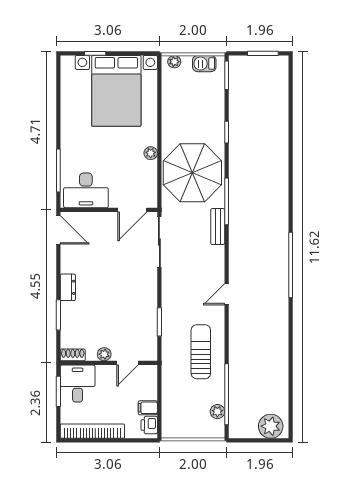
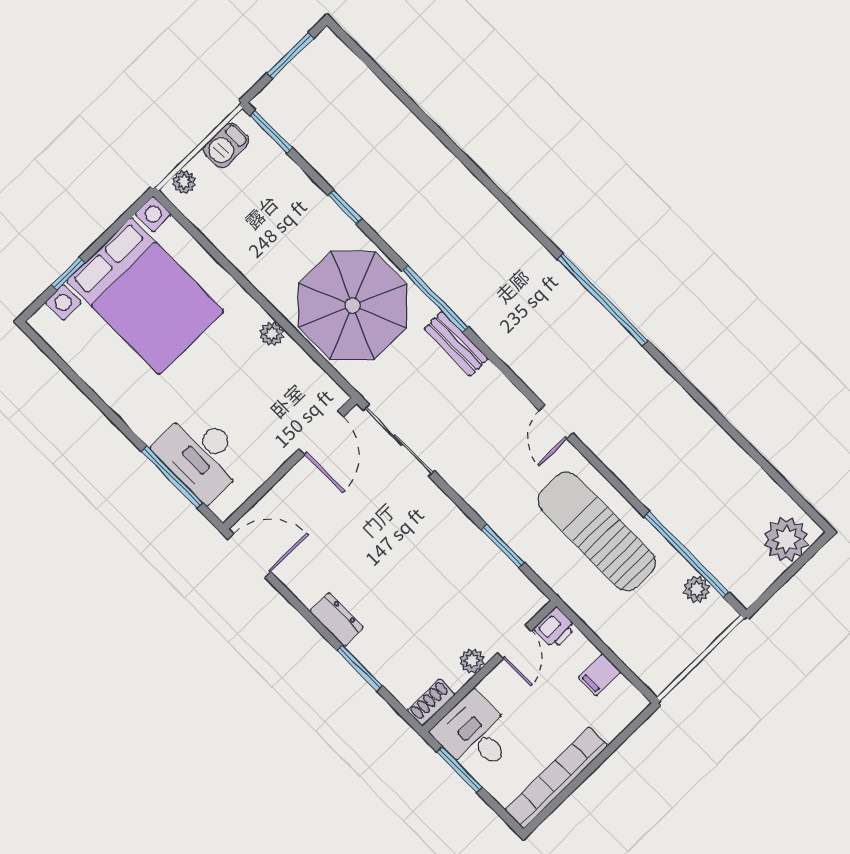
desk: (86, 190) -> (201, 455), moved, turned 90
sun lounger: (201, 352) -> (597, 532), width x1.36, depth x1.34
printer: (149, 425) -> (555, 628), moved, turned -90

